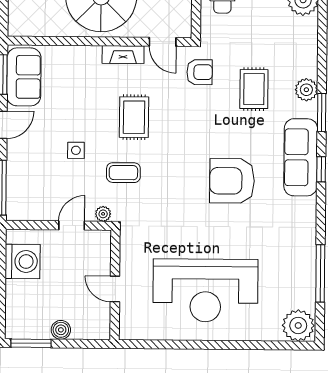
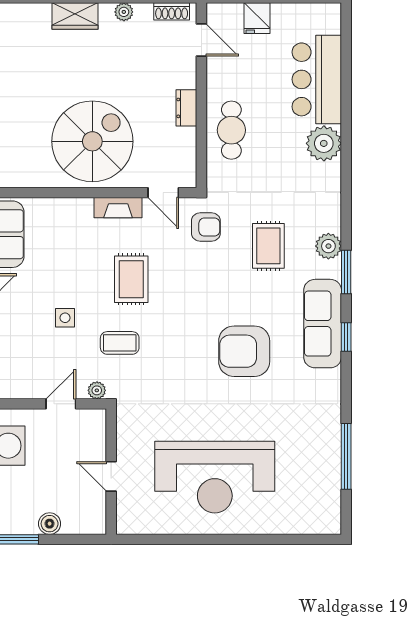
plant: (298, 325) -> (321, 516), removed

